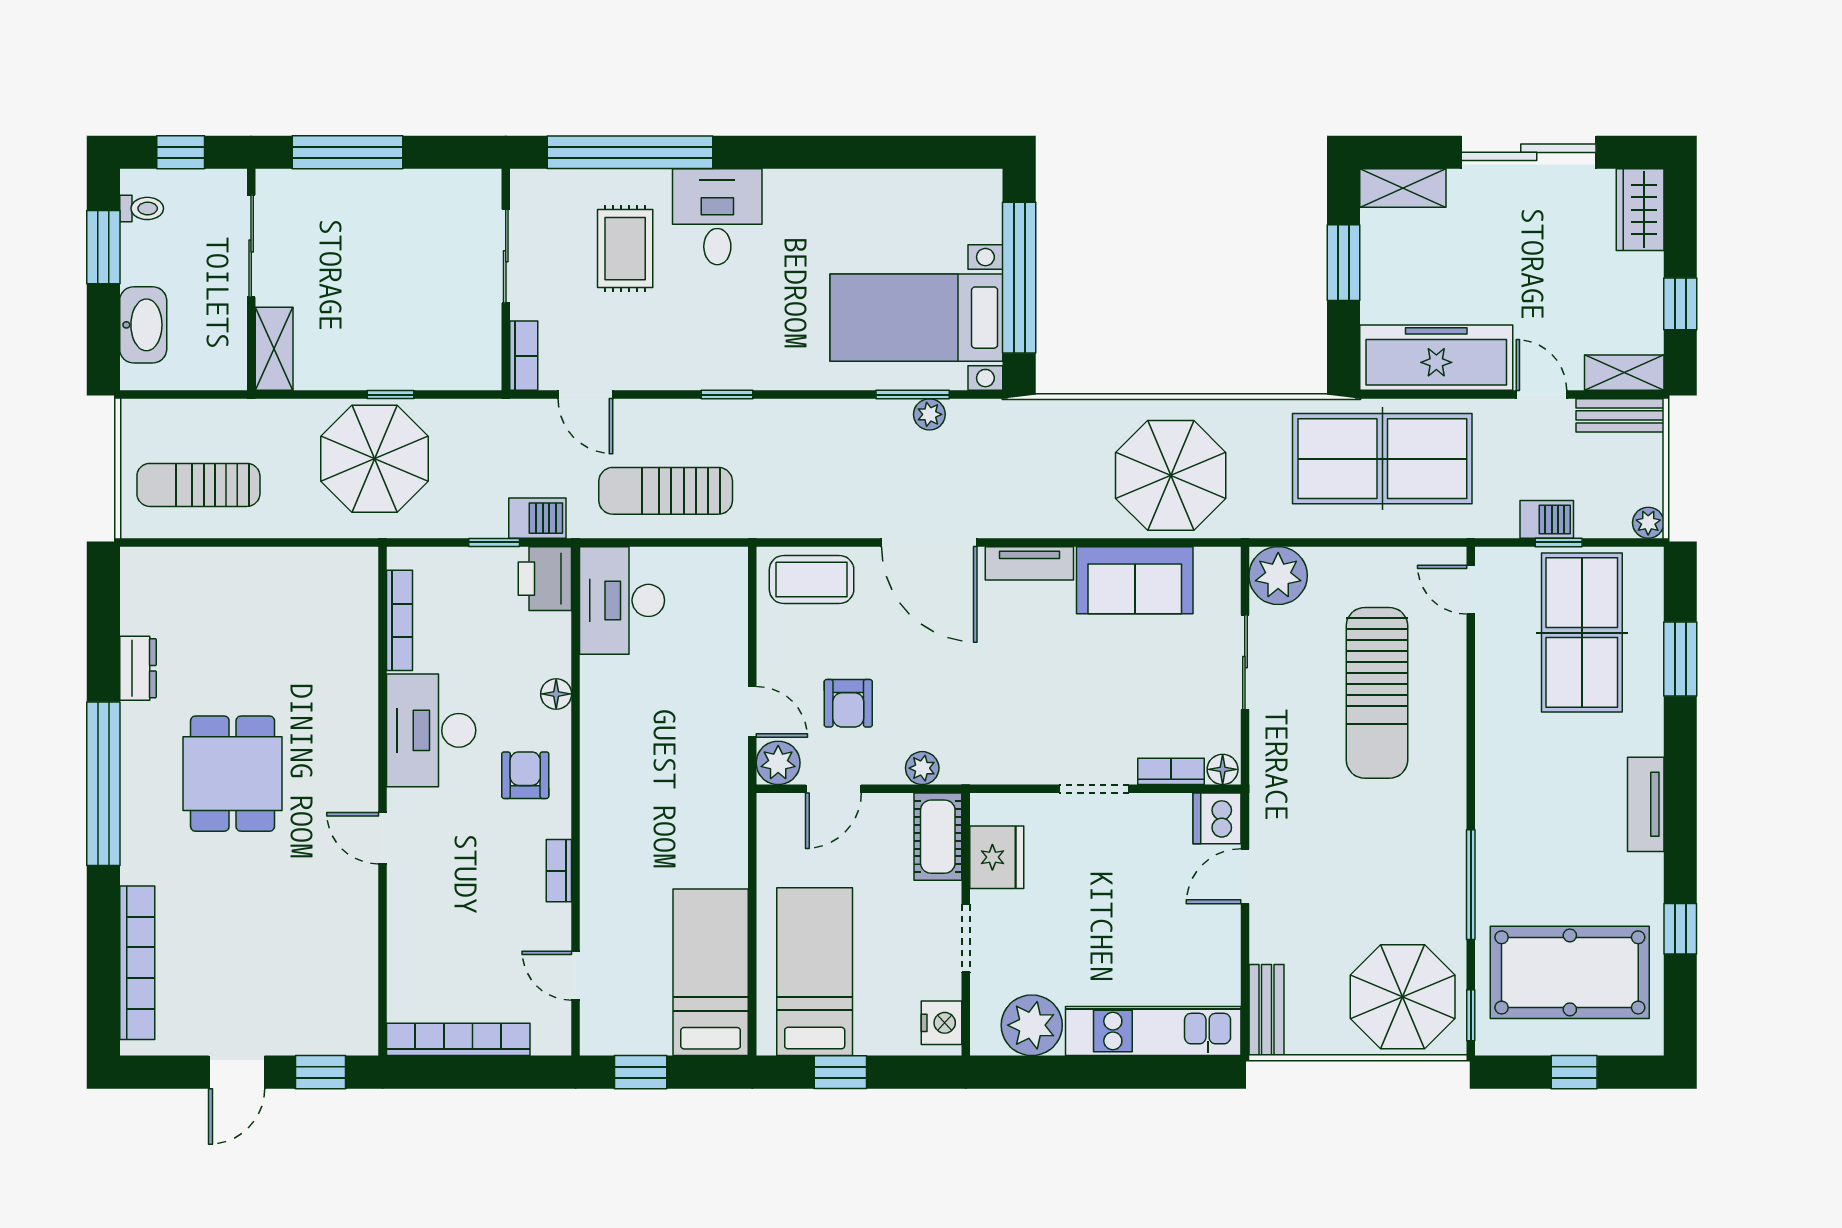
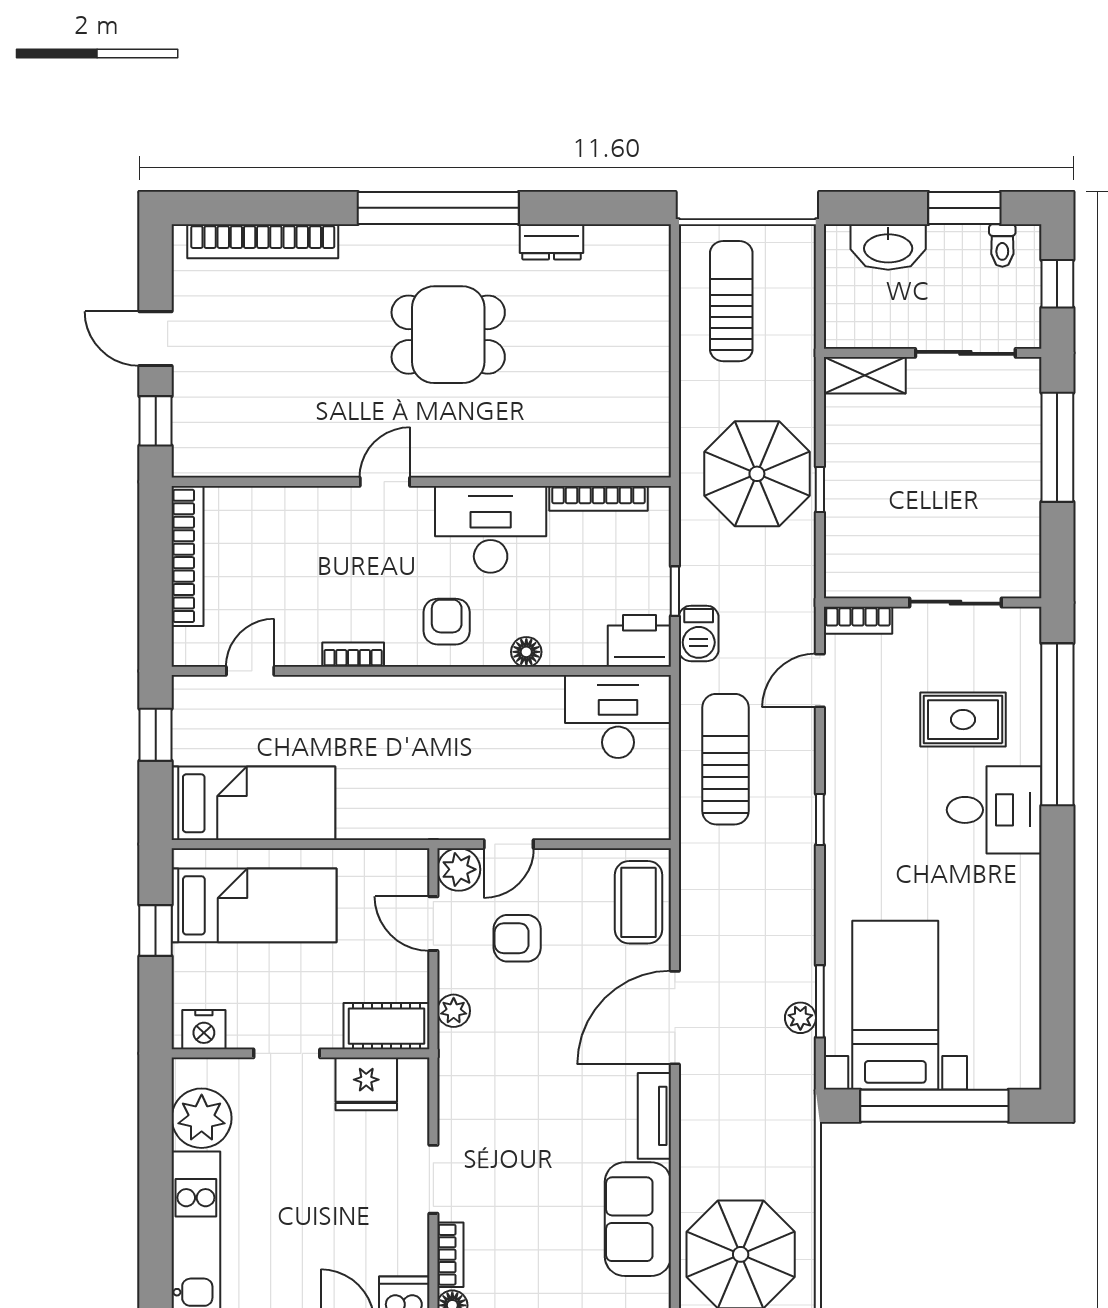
armchair: (525, 775) -> (447, 622), turned -90

